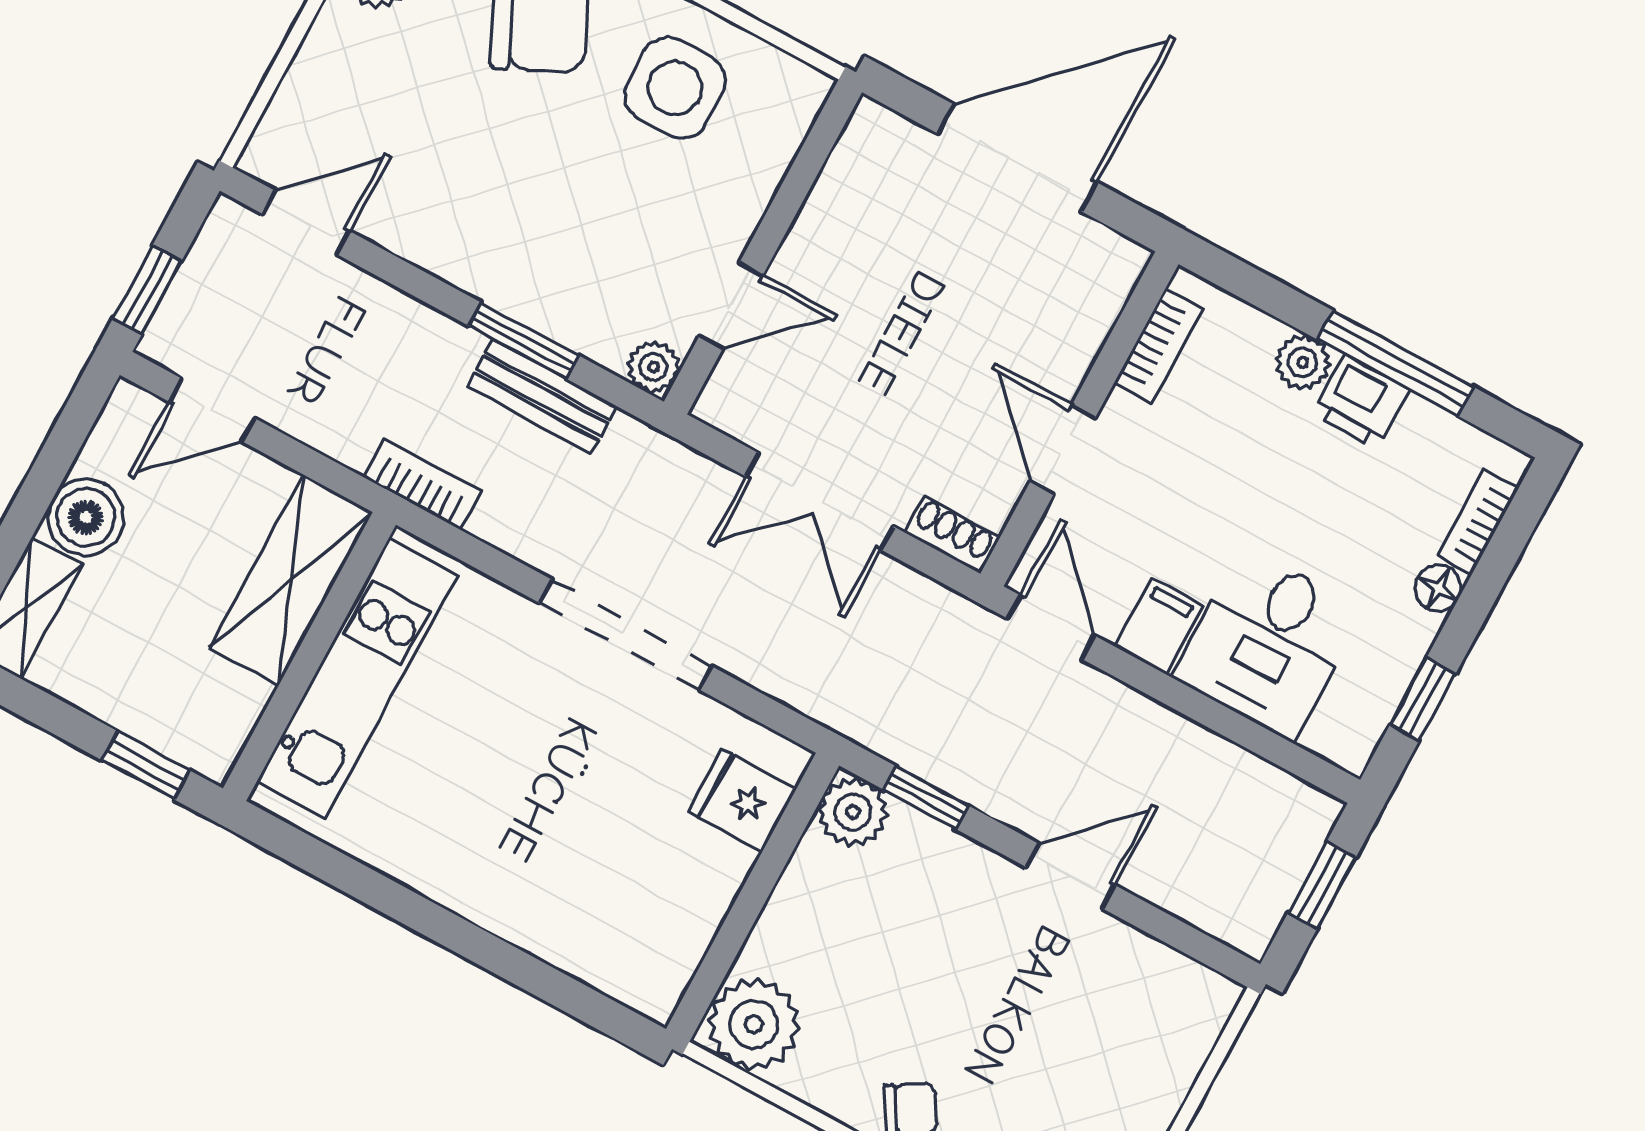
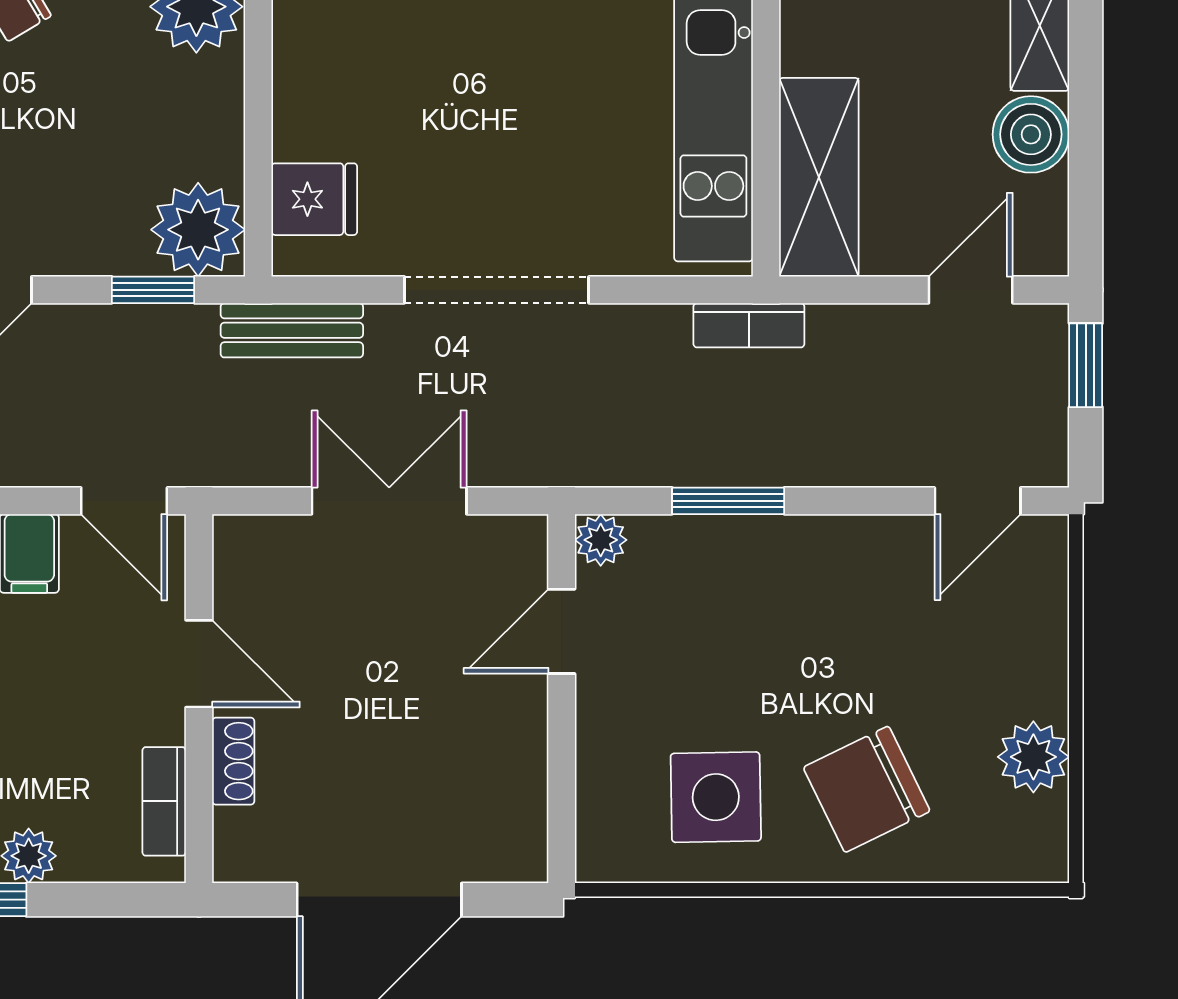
bench: (542, 396) -> (292, 330), moved
shoe rack: (952, 534) -> (233, 761), moved, turned -90
plant: (853, 812) -> (198, 230), width x1.36, depth x1.36

